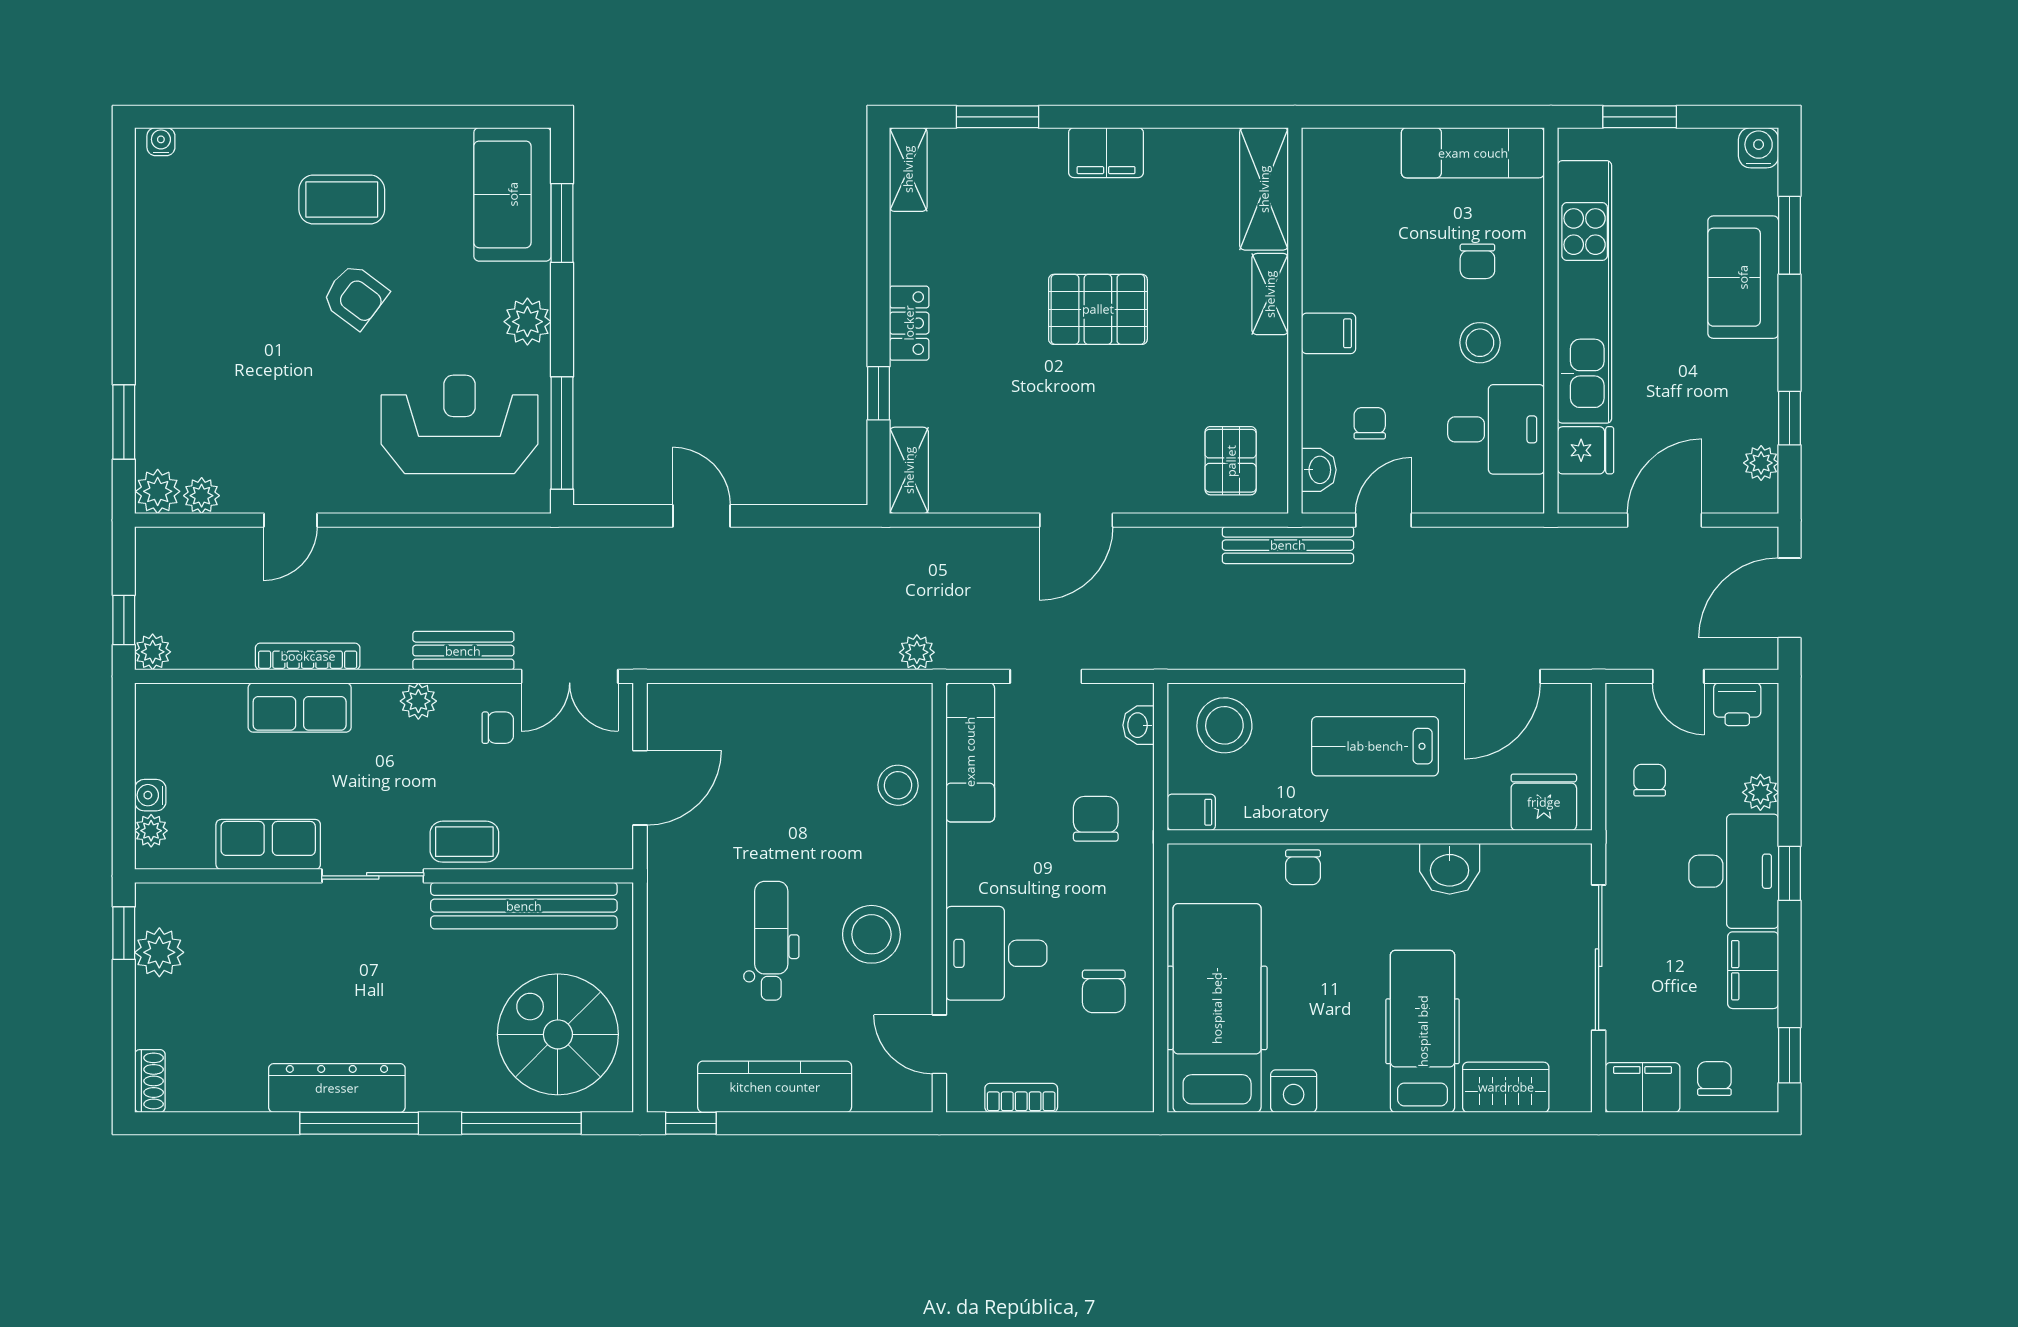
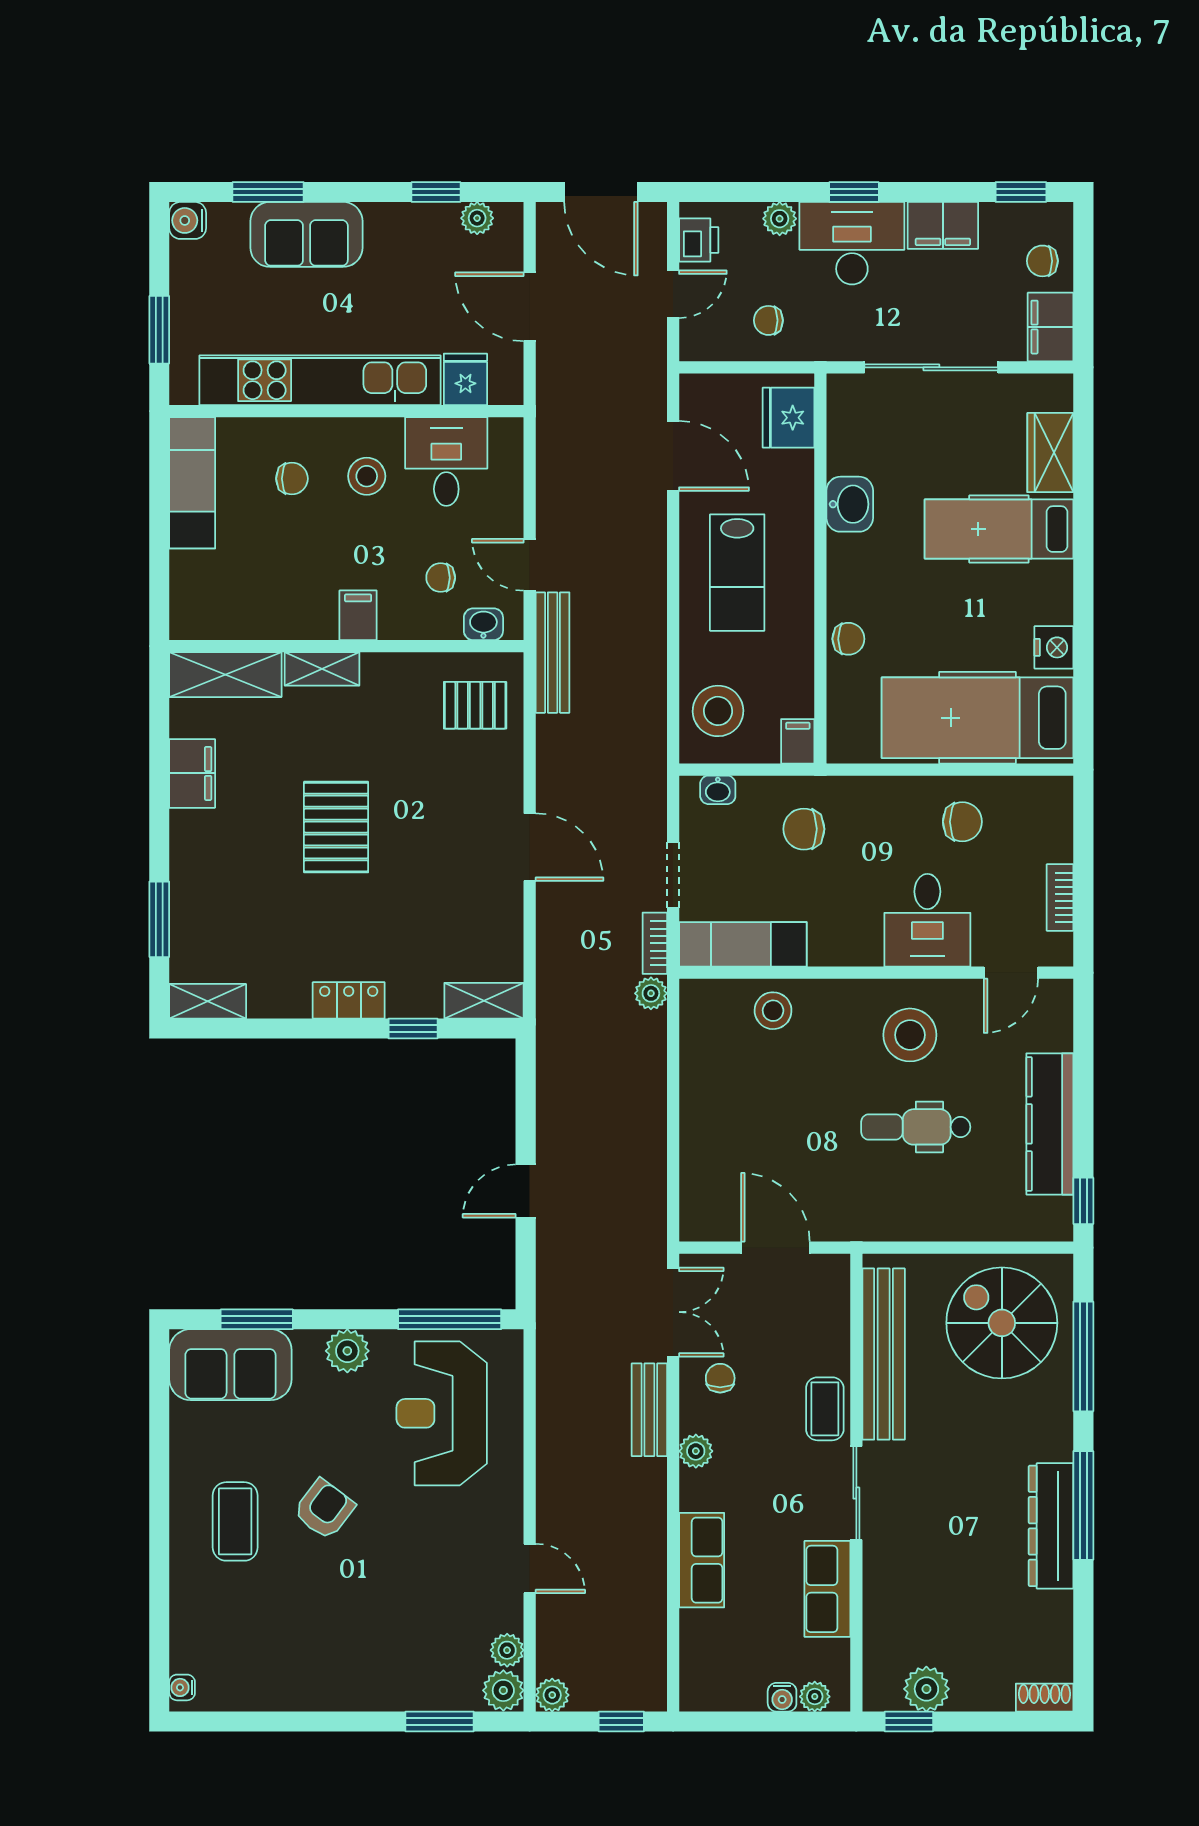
filing cabinet: (1106, 153) -> (192, 773), moved
plant: (153, 652) -> (552, 1695), moved
bookcase: (308, 656) -> (655, 943), moved, width x0.64
spiral stairs: (558, 1034) -> (1002, 1323), turned 90

